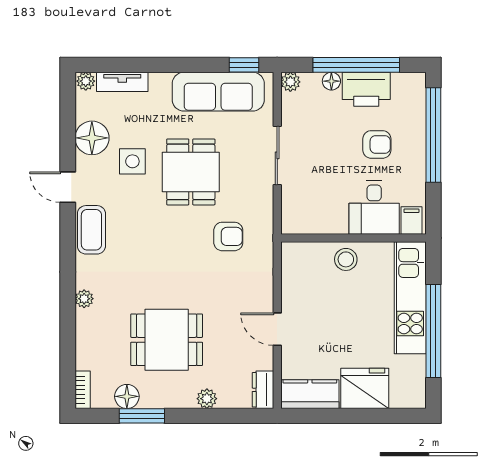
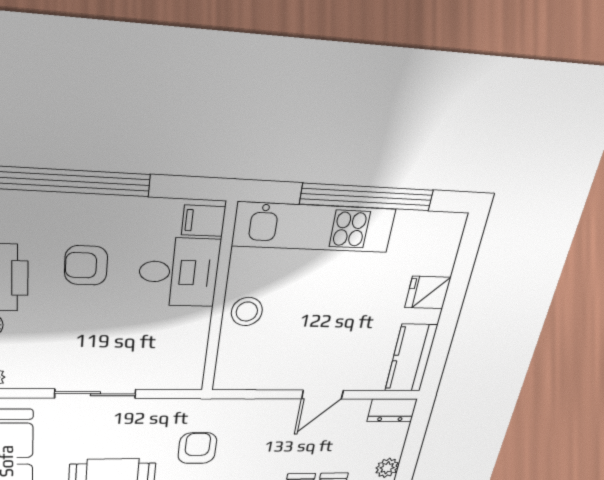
armchair: (377, 144) -> (86, 265), turned -90
fridge: (365, 388) -> (428, 292), width x0.53, depth x0.75

